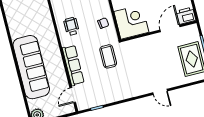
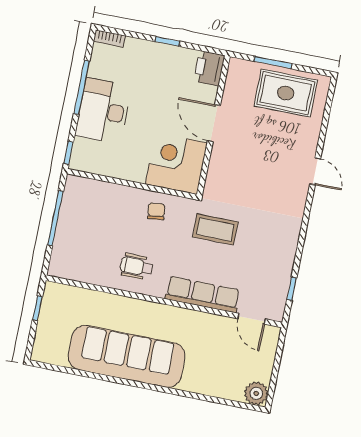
door: (170, 28) -> (214, 123), moved
sofa: (31, 67) -> (127, 356), moved
door: (160, 92) -> (315, 171), hinge flipped

